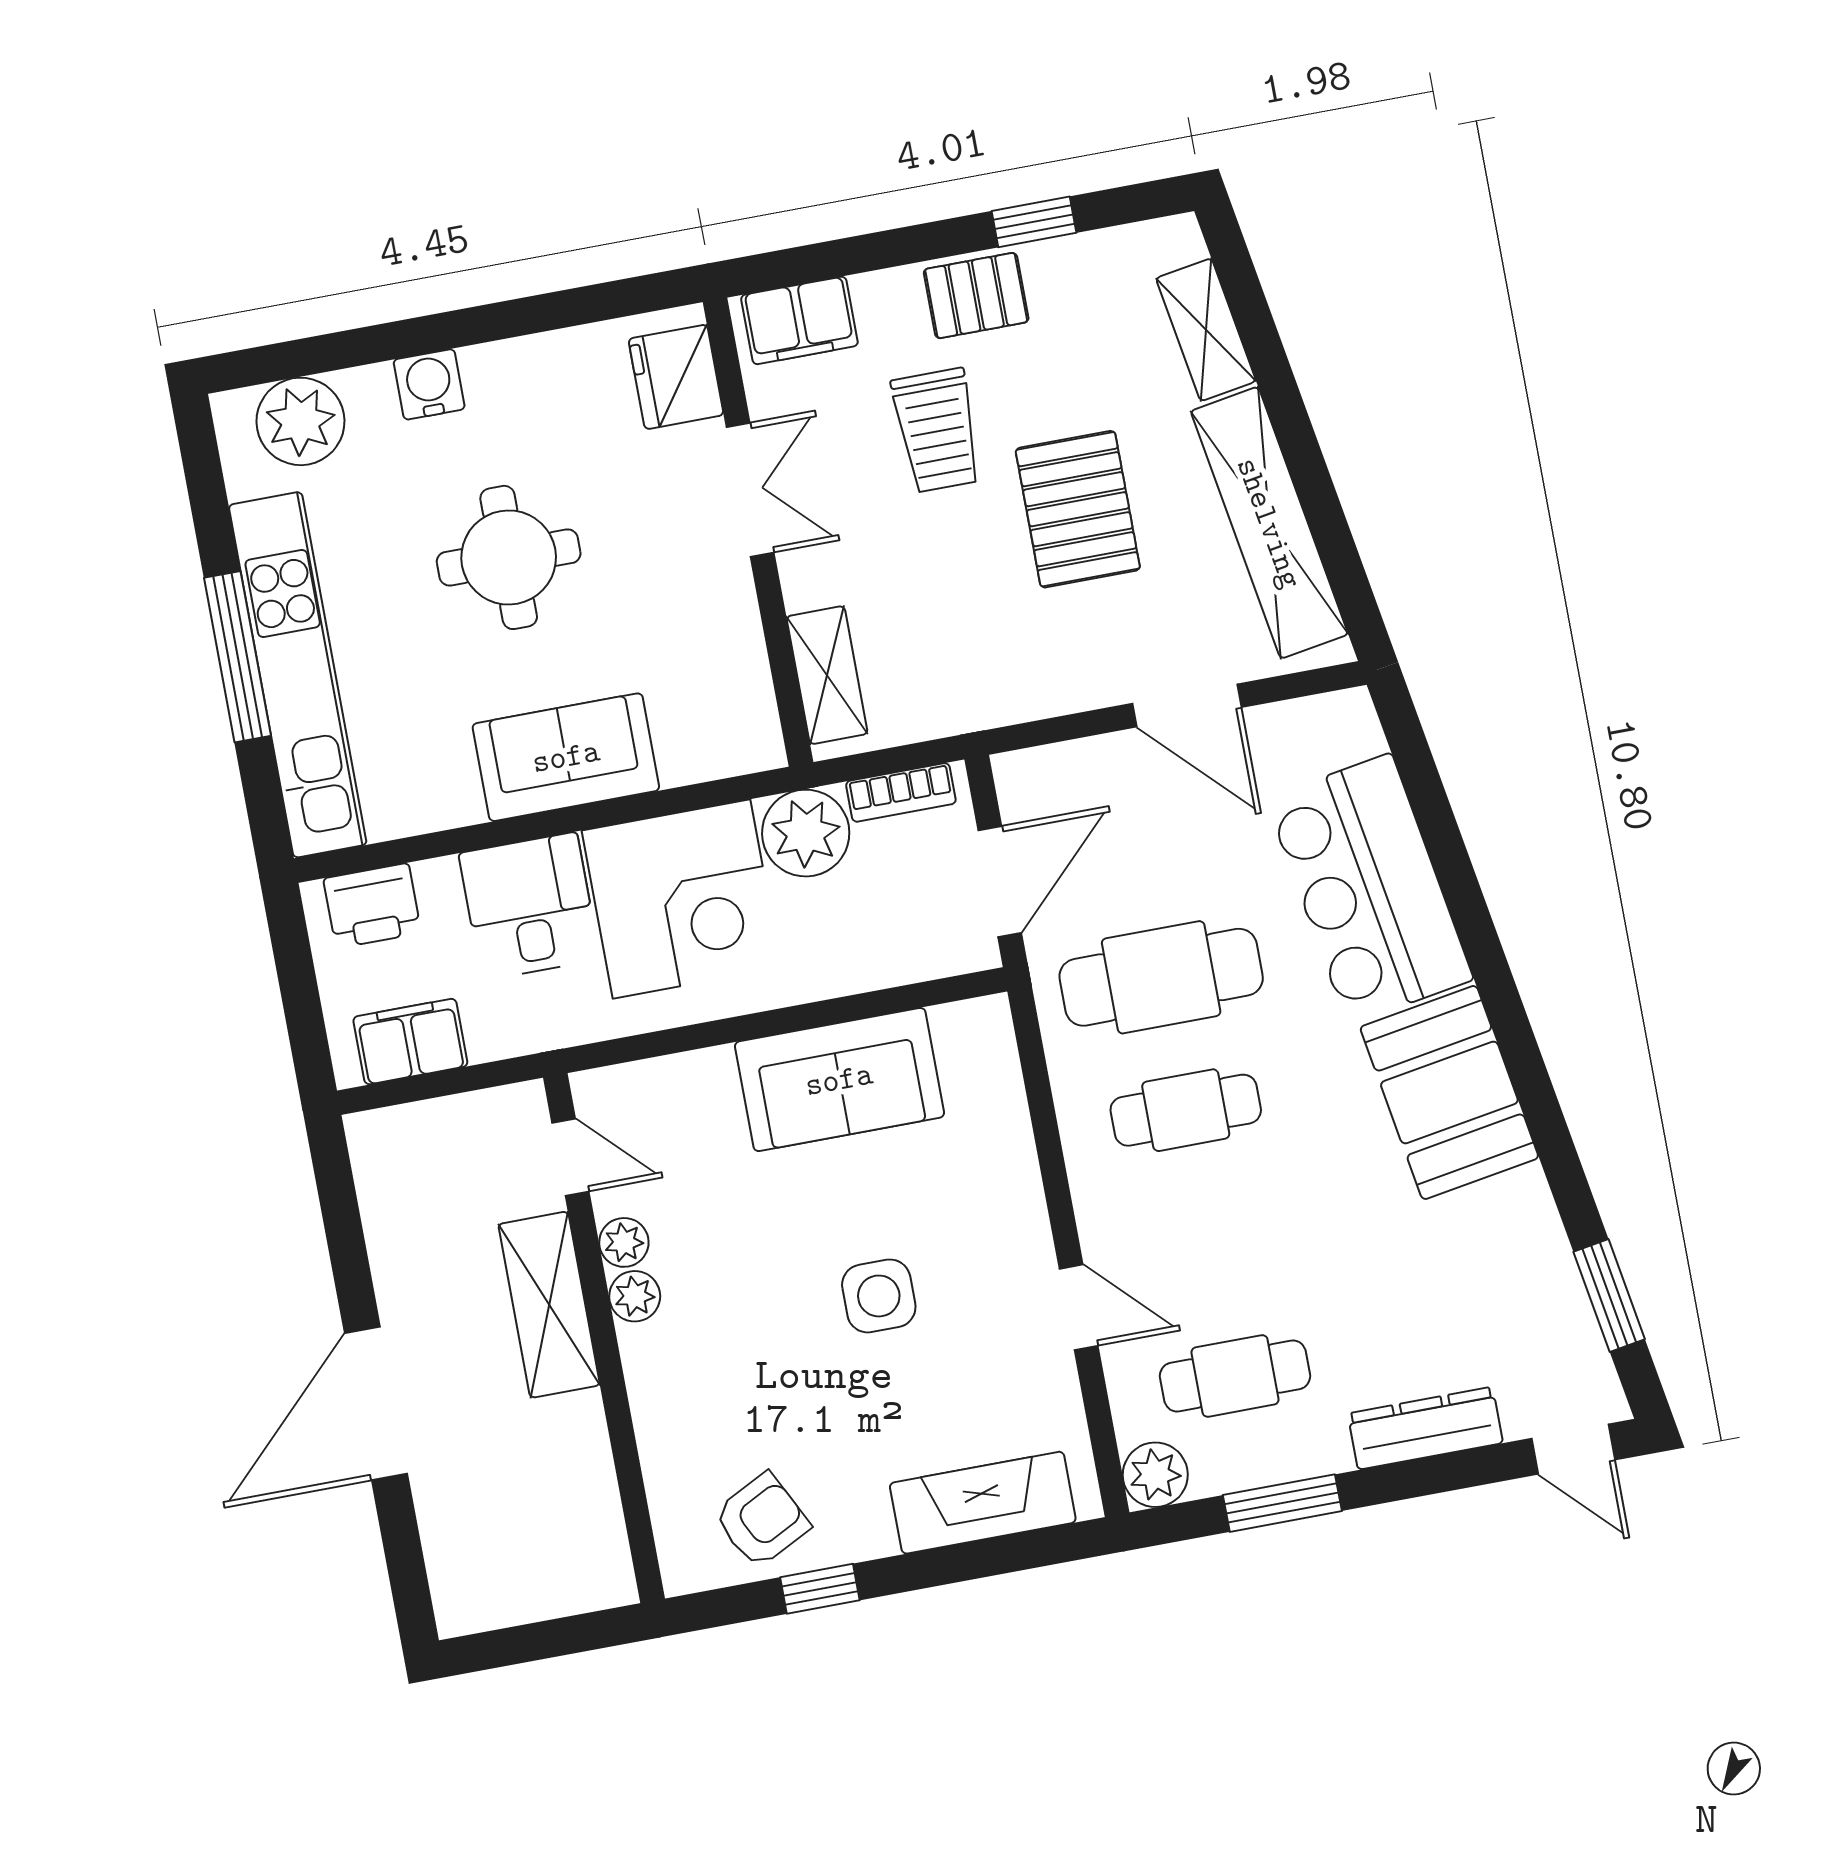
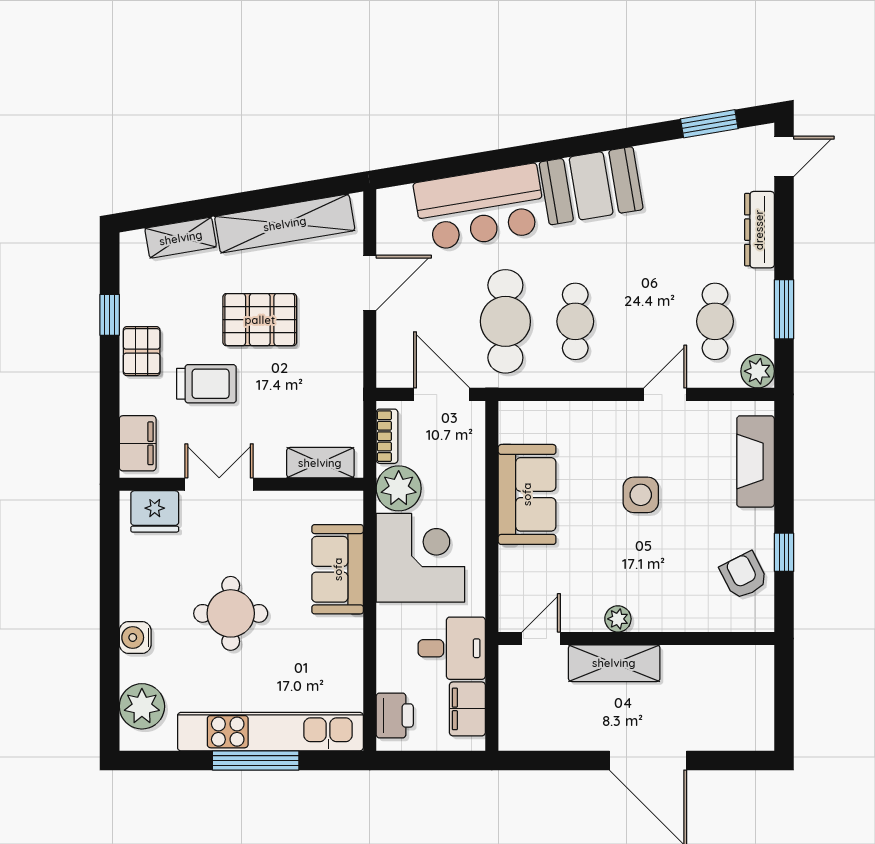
sofa: (566, 757) -> (338, 569), moved
desk: (529, 906) -> (452, 648), moved, turned 180
plant: (624, 1242) -> (590, 619), removed

